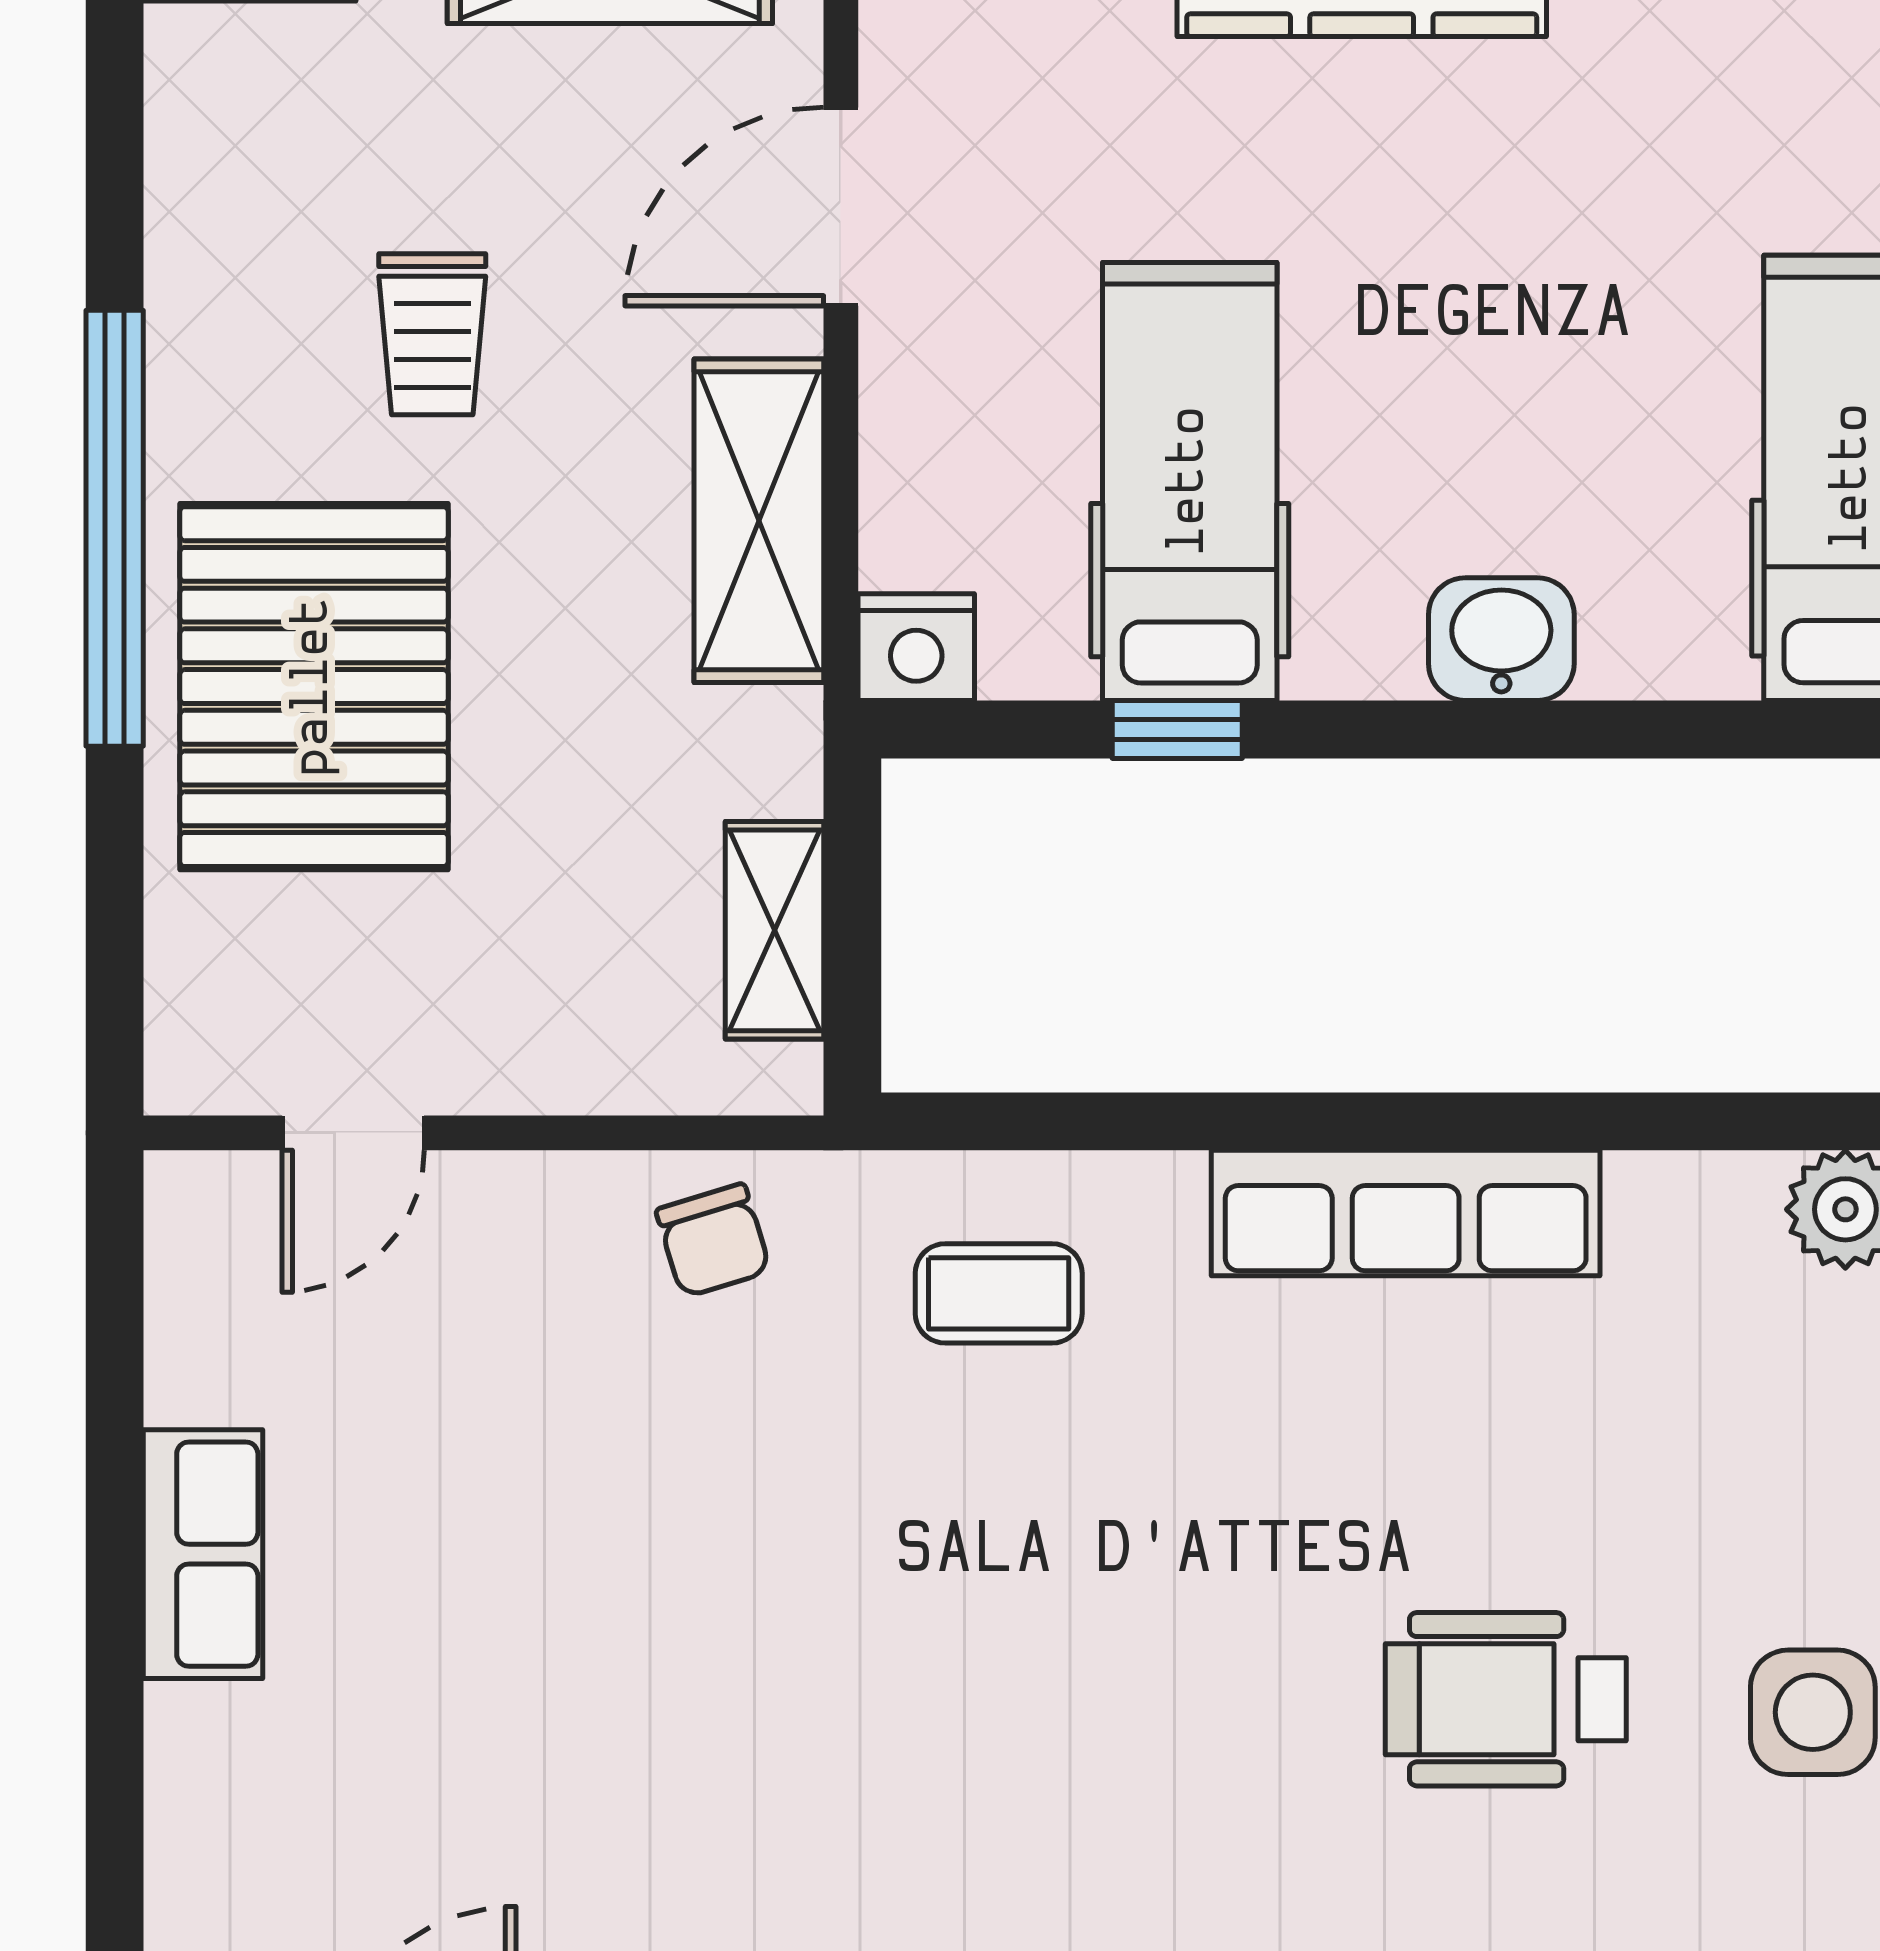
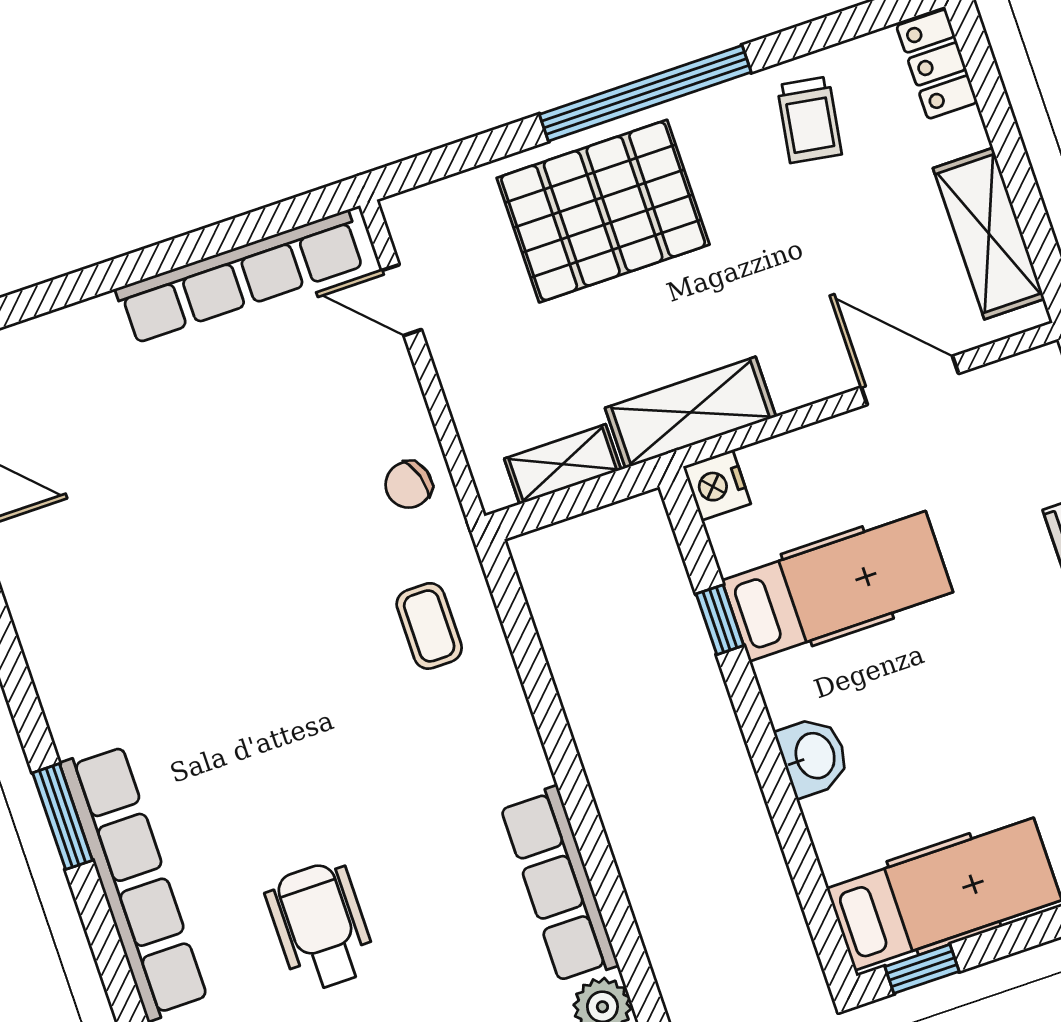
trolley: (432, 334) -> (809, 120), moved, turned -81
shelving: (759, 521) -> (691, 412), moved
row of seats: (1406, 1213) -> (559, 885), moved
row of seats: (203, 1554) -> (241, 277), width x2.02

